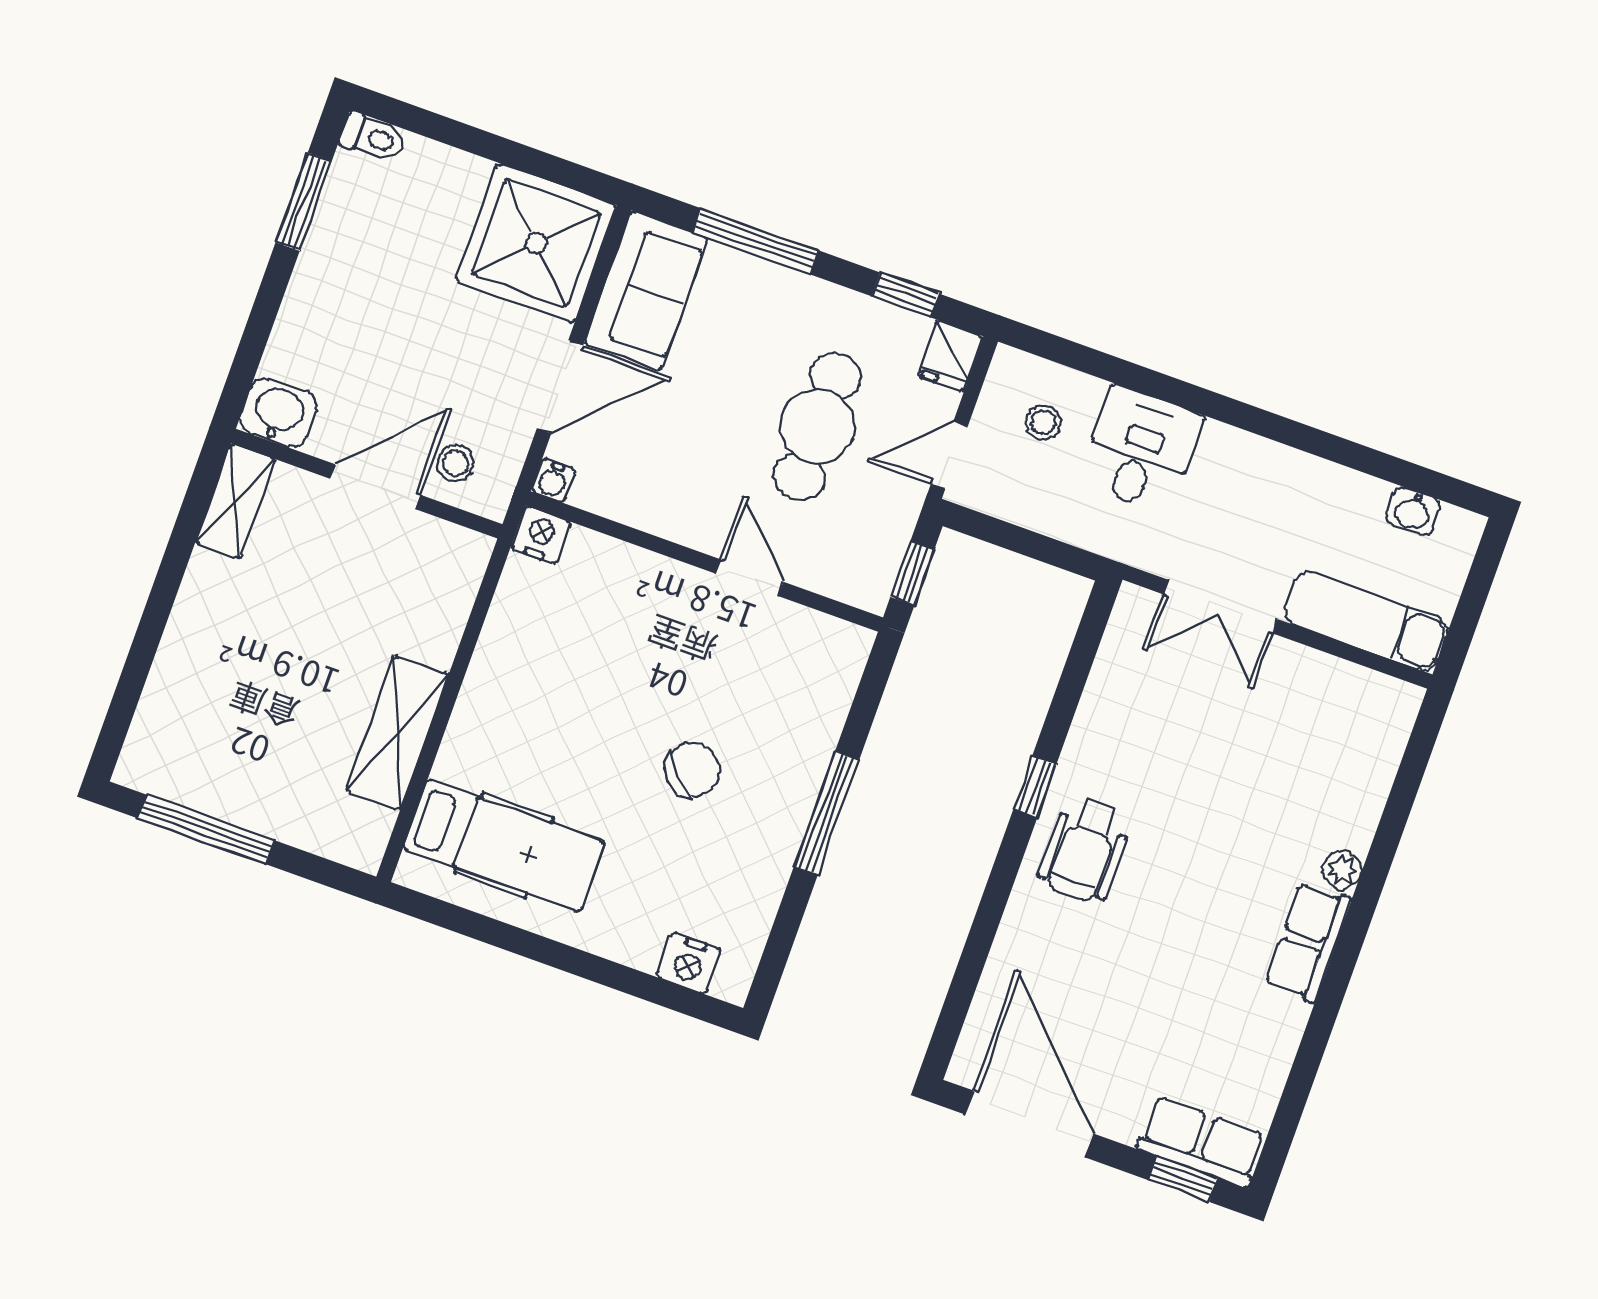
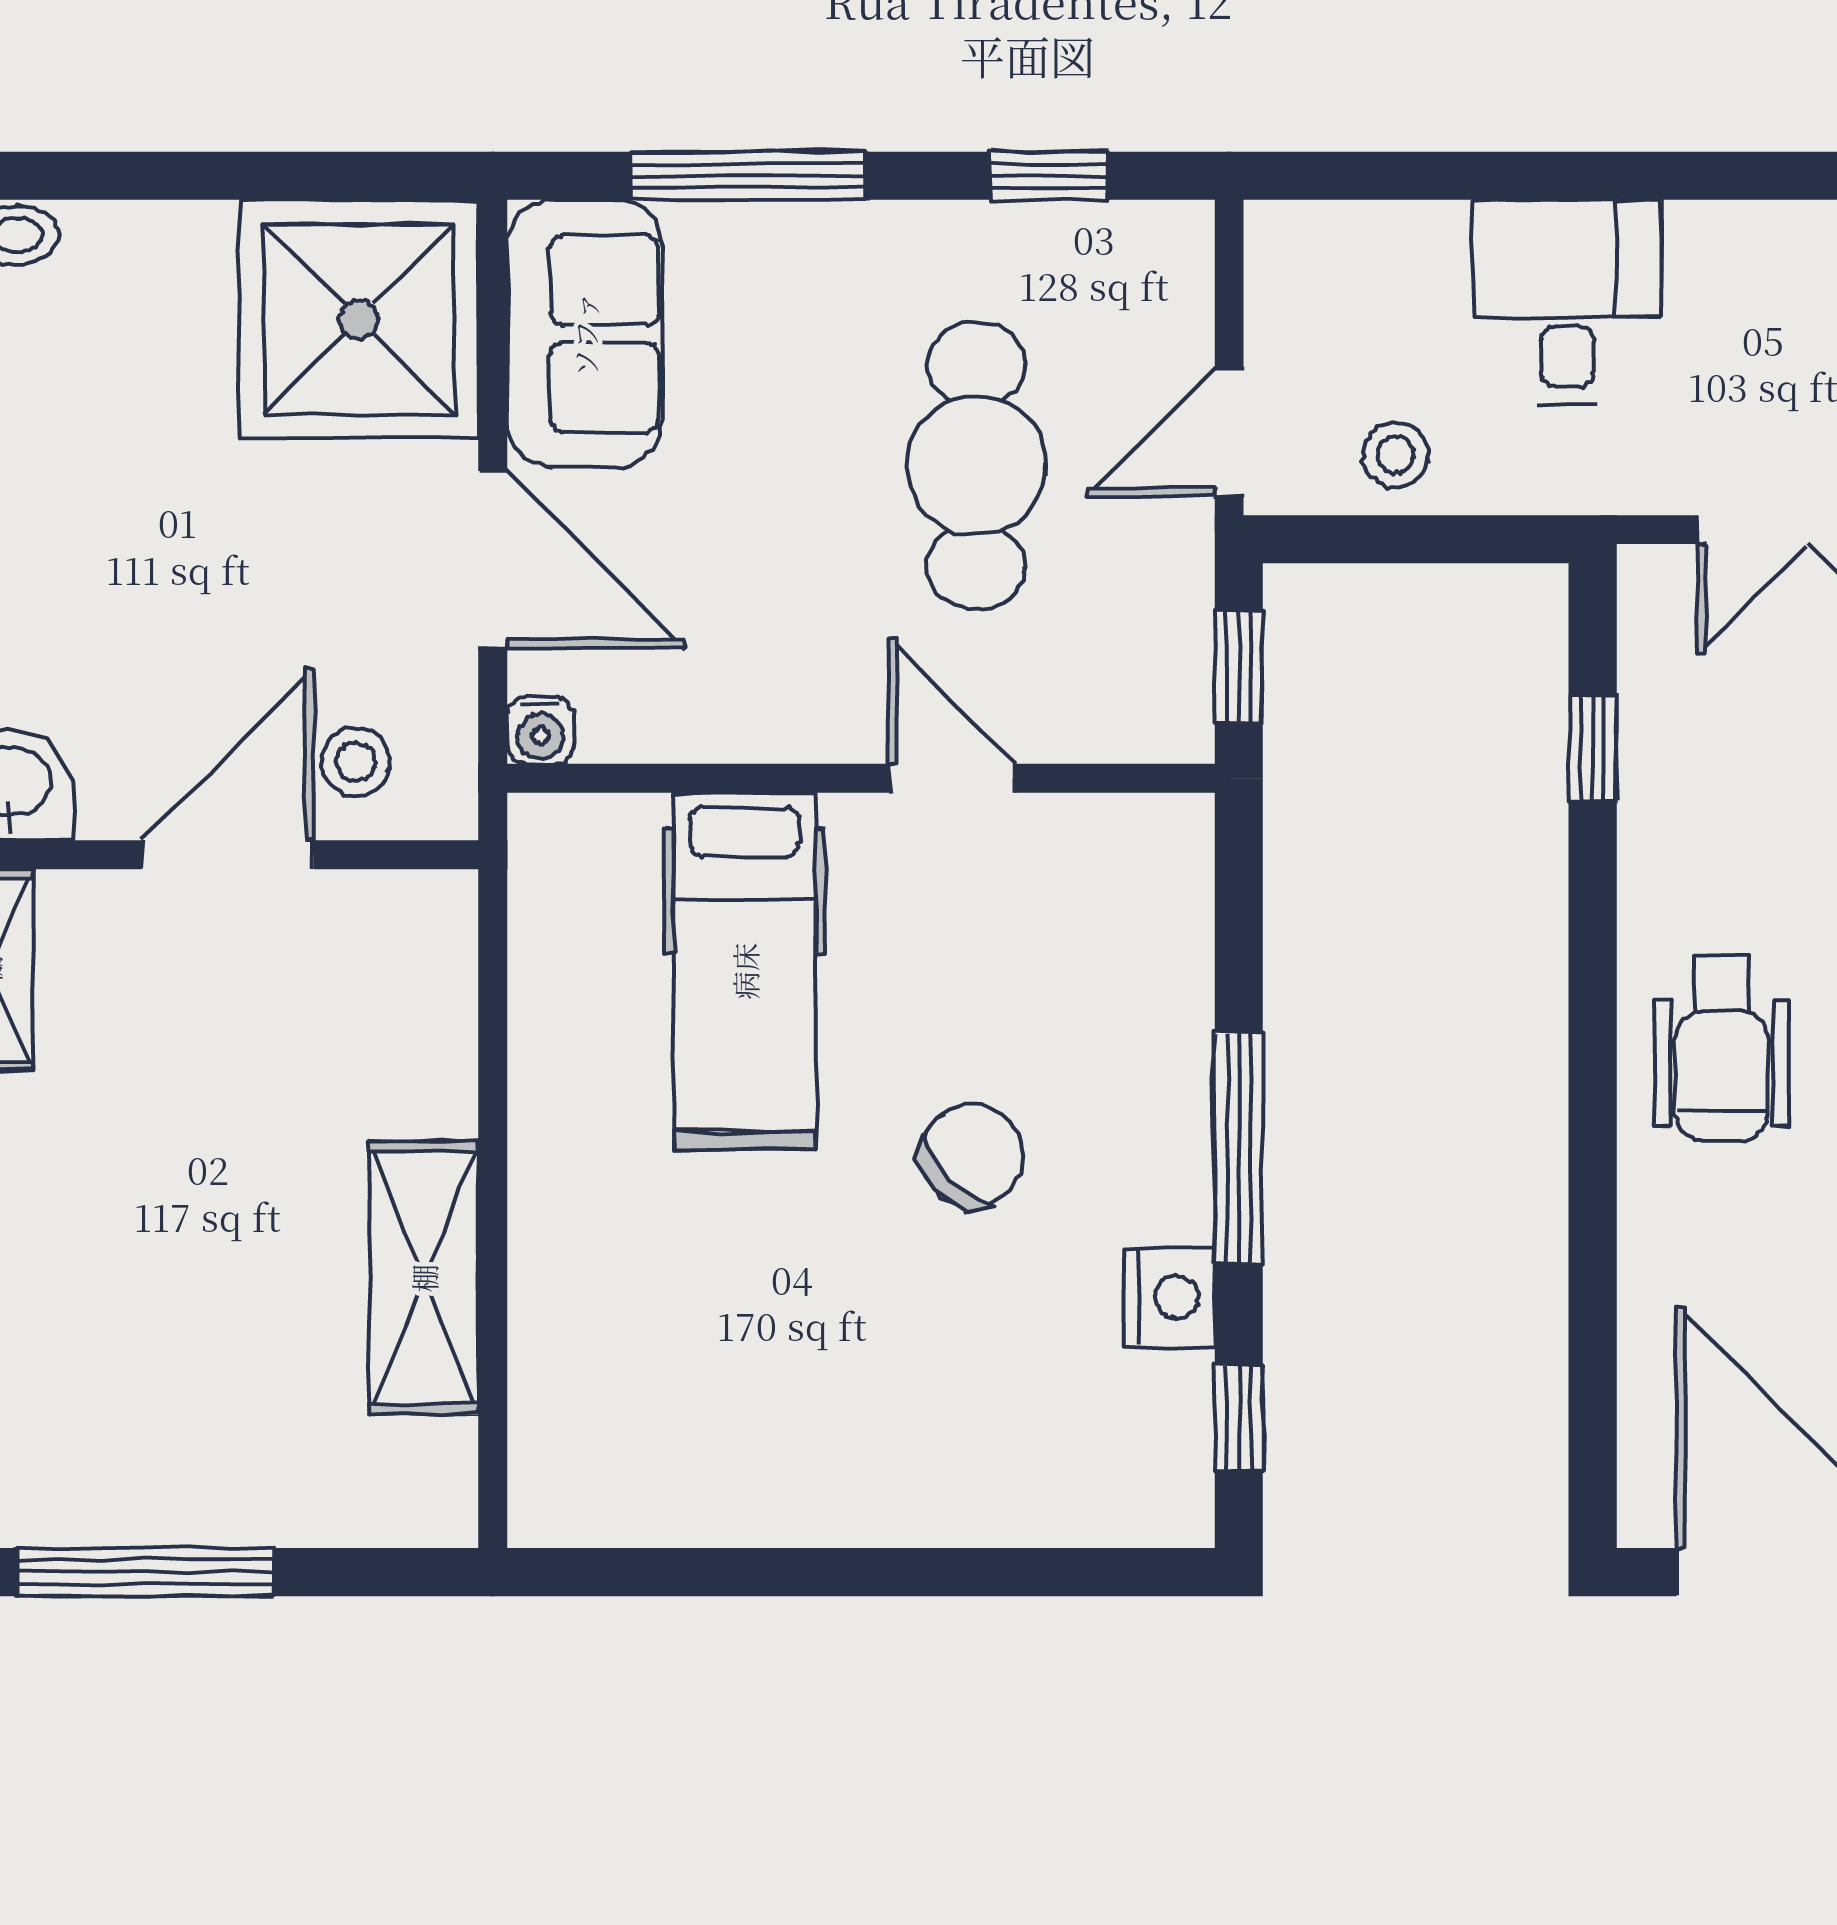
fridge: (950, 356) -> (1168, 256), removed
door: (560, 387) -> (493, 560), hinge flipped
stool: (1043, 422) -> (1396, 455), moved
nightstand: (541, 535) -> (553, 835), removed
window: (1035, 787) -> (1593, 748), moved
hospital bed: (504, 845) -> (745, 971), moved, turned 90
window: (778, 948) -> (1239, 1418), added
nightstand: (689, 963) -> (1170, 1297), moved, turned -90

